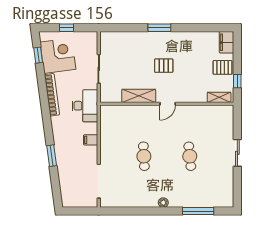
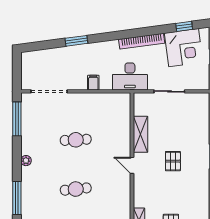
window: (124, 211) -> (17, 119), added

